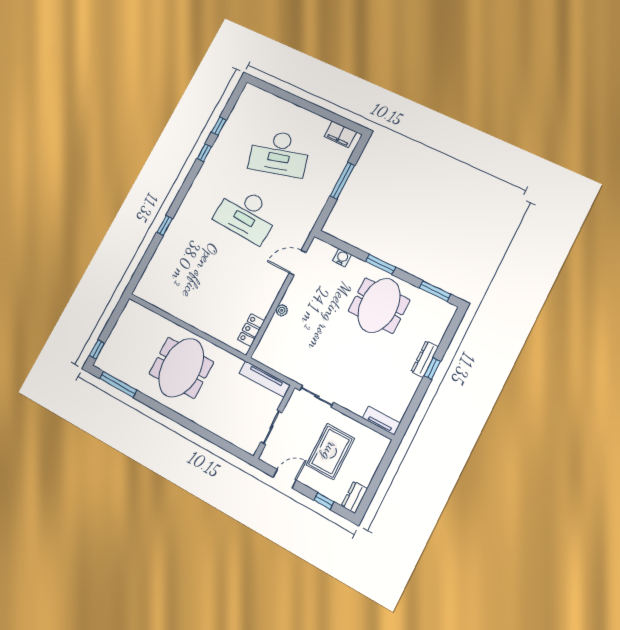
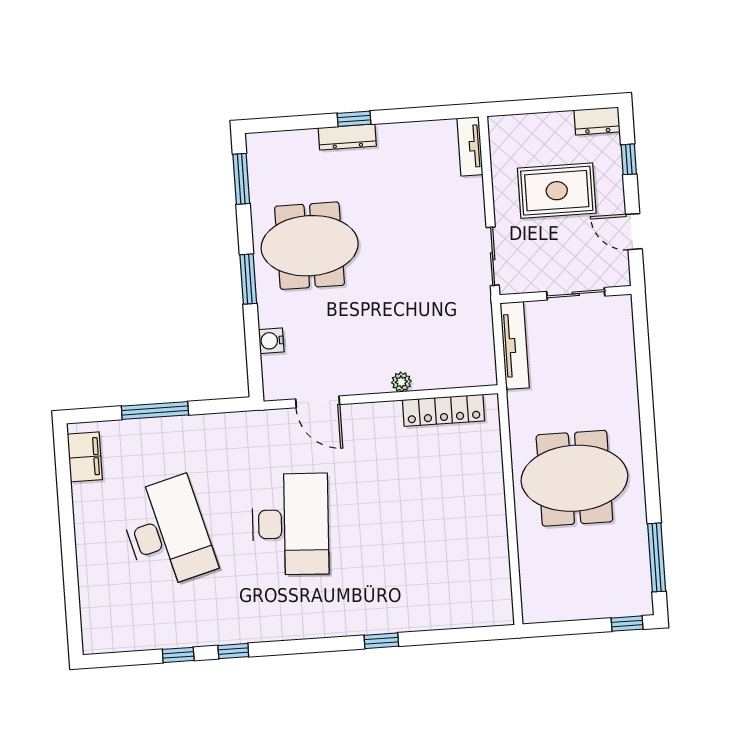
locker: (251, 330) -> (444, 410), width x1.53

